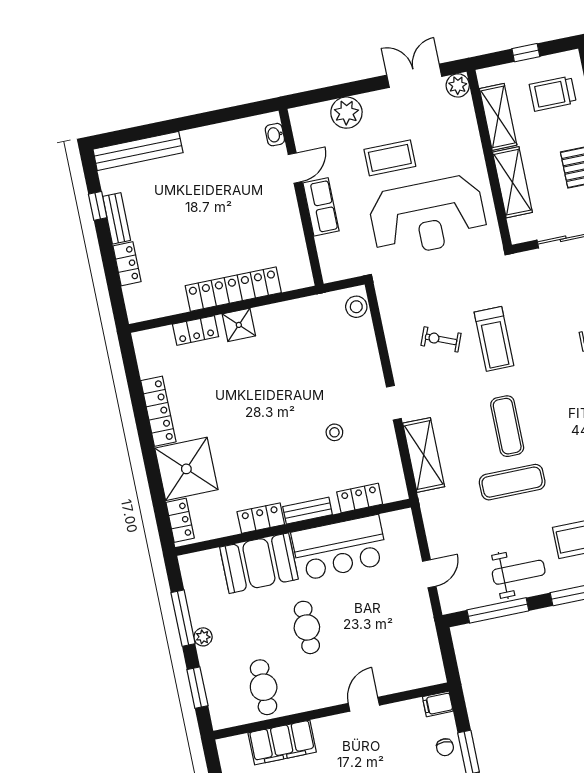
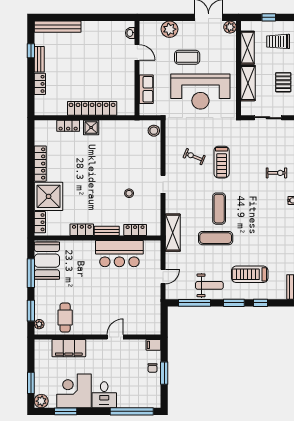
door: (295, 168) -> (137, 52), hinge flipped
row of seats: (321, 207) -> (146, 89), moved
shelving: (424, 455) -> (173, 233), moved
booth: (259, 563) -> (47, 261), moved, turned 90
cafe table: (307, 627) -> (94, 291), removed
plant: (203, 637) -> (39, 324), moved

